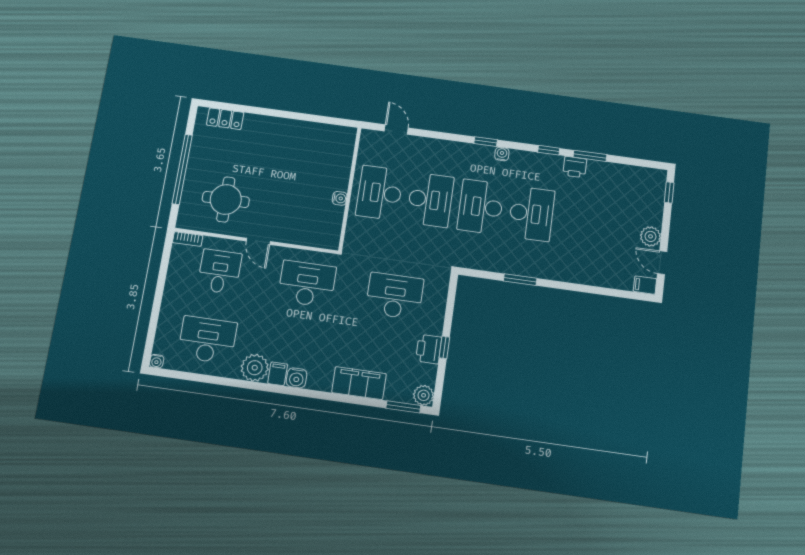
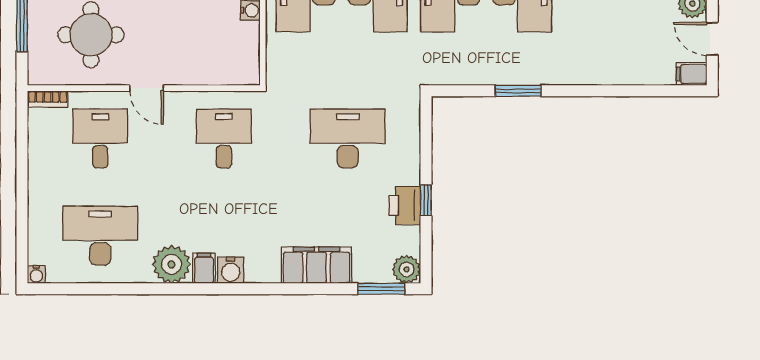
desk: (307, 284) -> (224, 139), width x0.73

